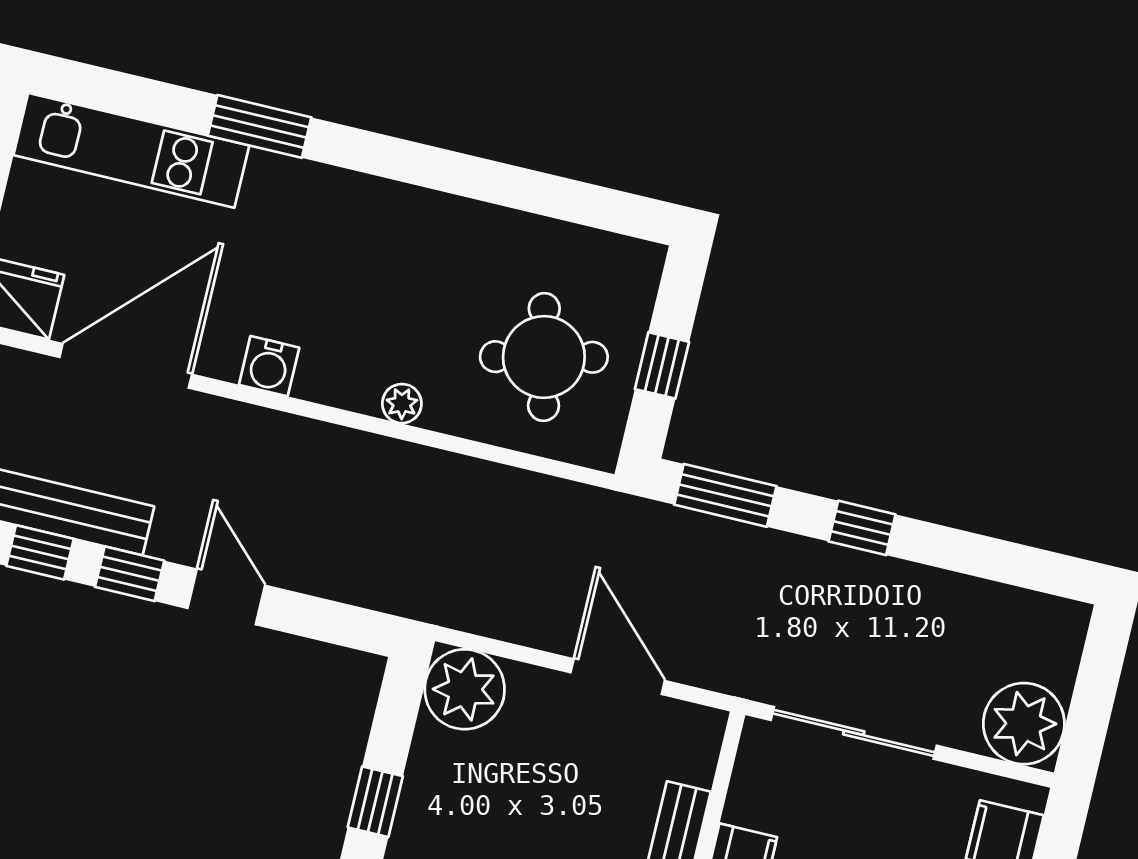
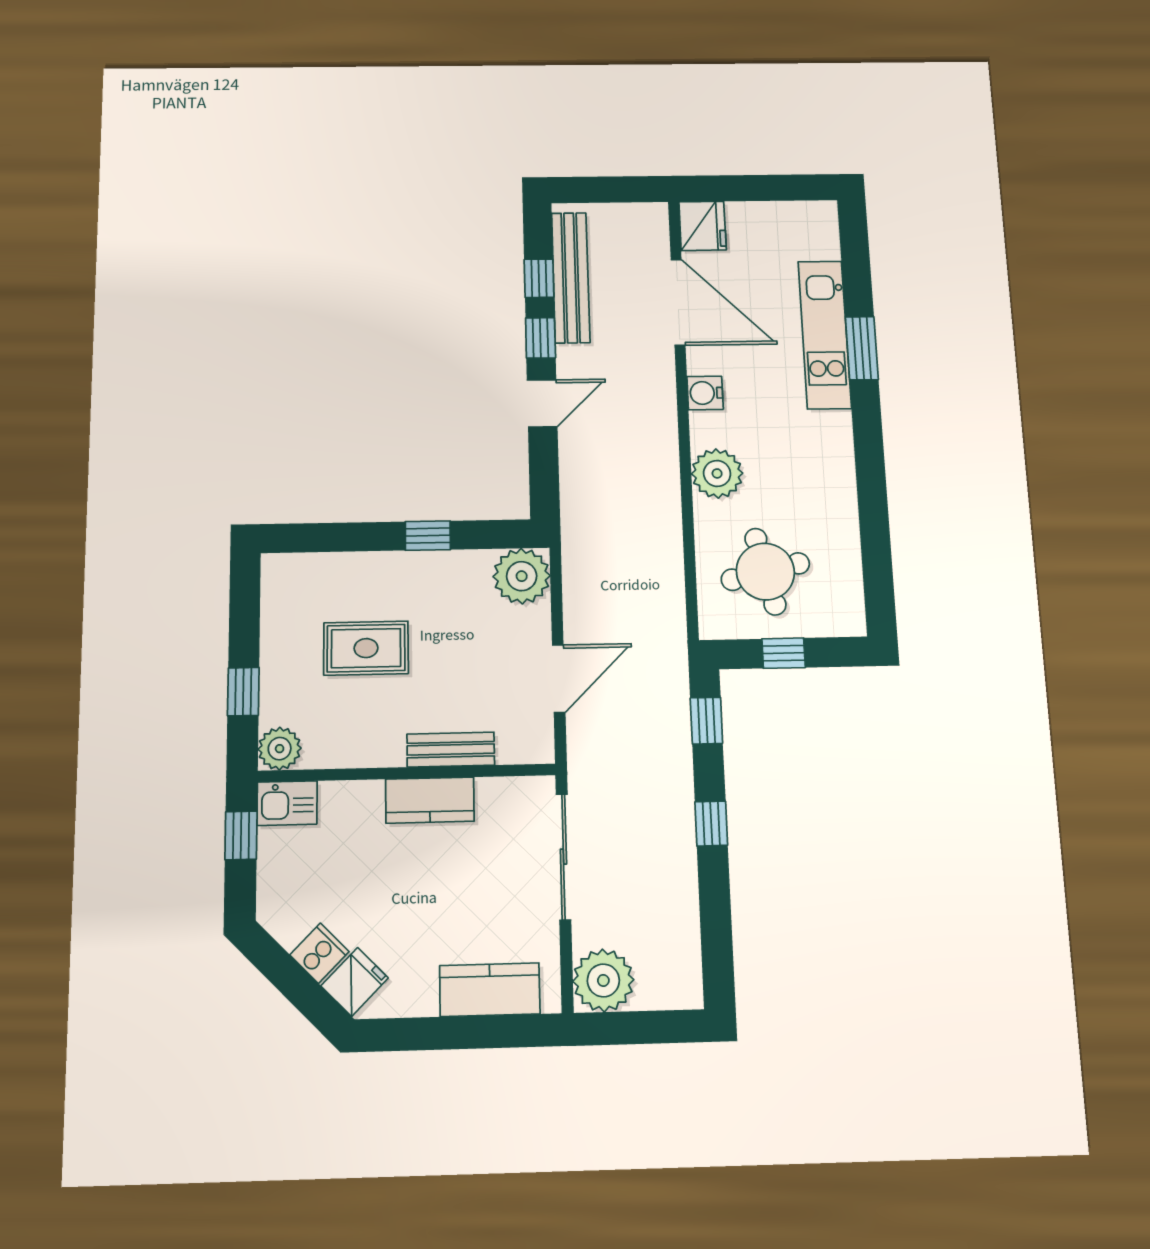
kitchen unit: (131, 150) -> (825, 334), moved
plant: (402, 404) -> (717, 473), width x1.87, depth x1.87
window: (725, 495) -> (706, 721), width x0.67

